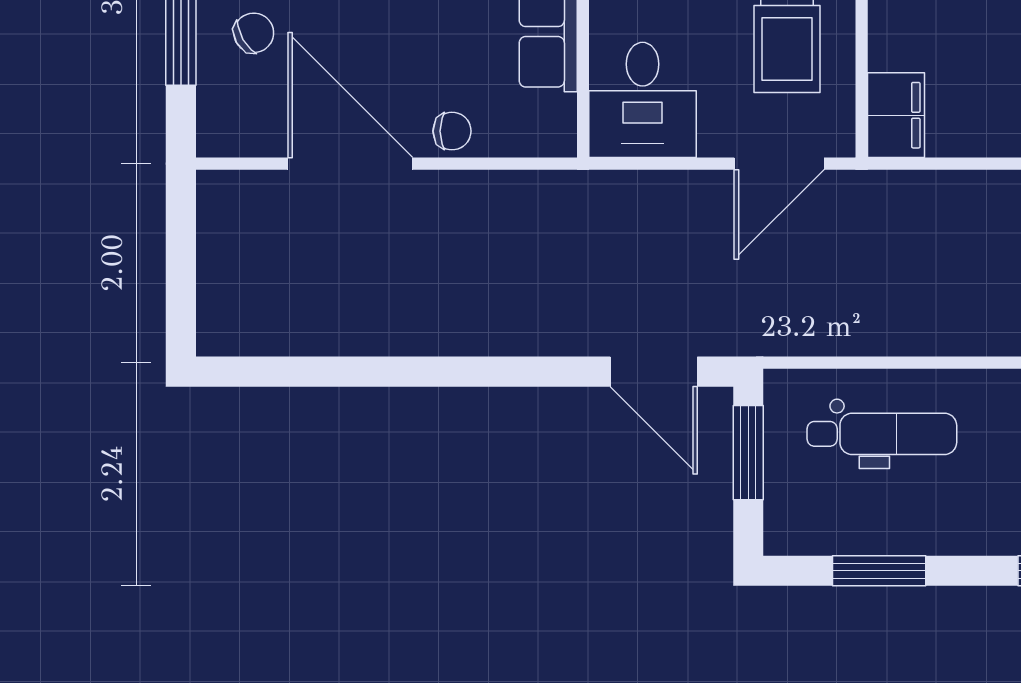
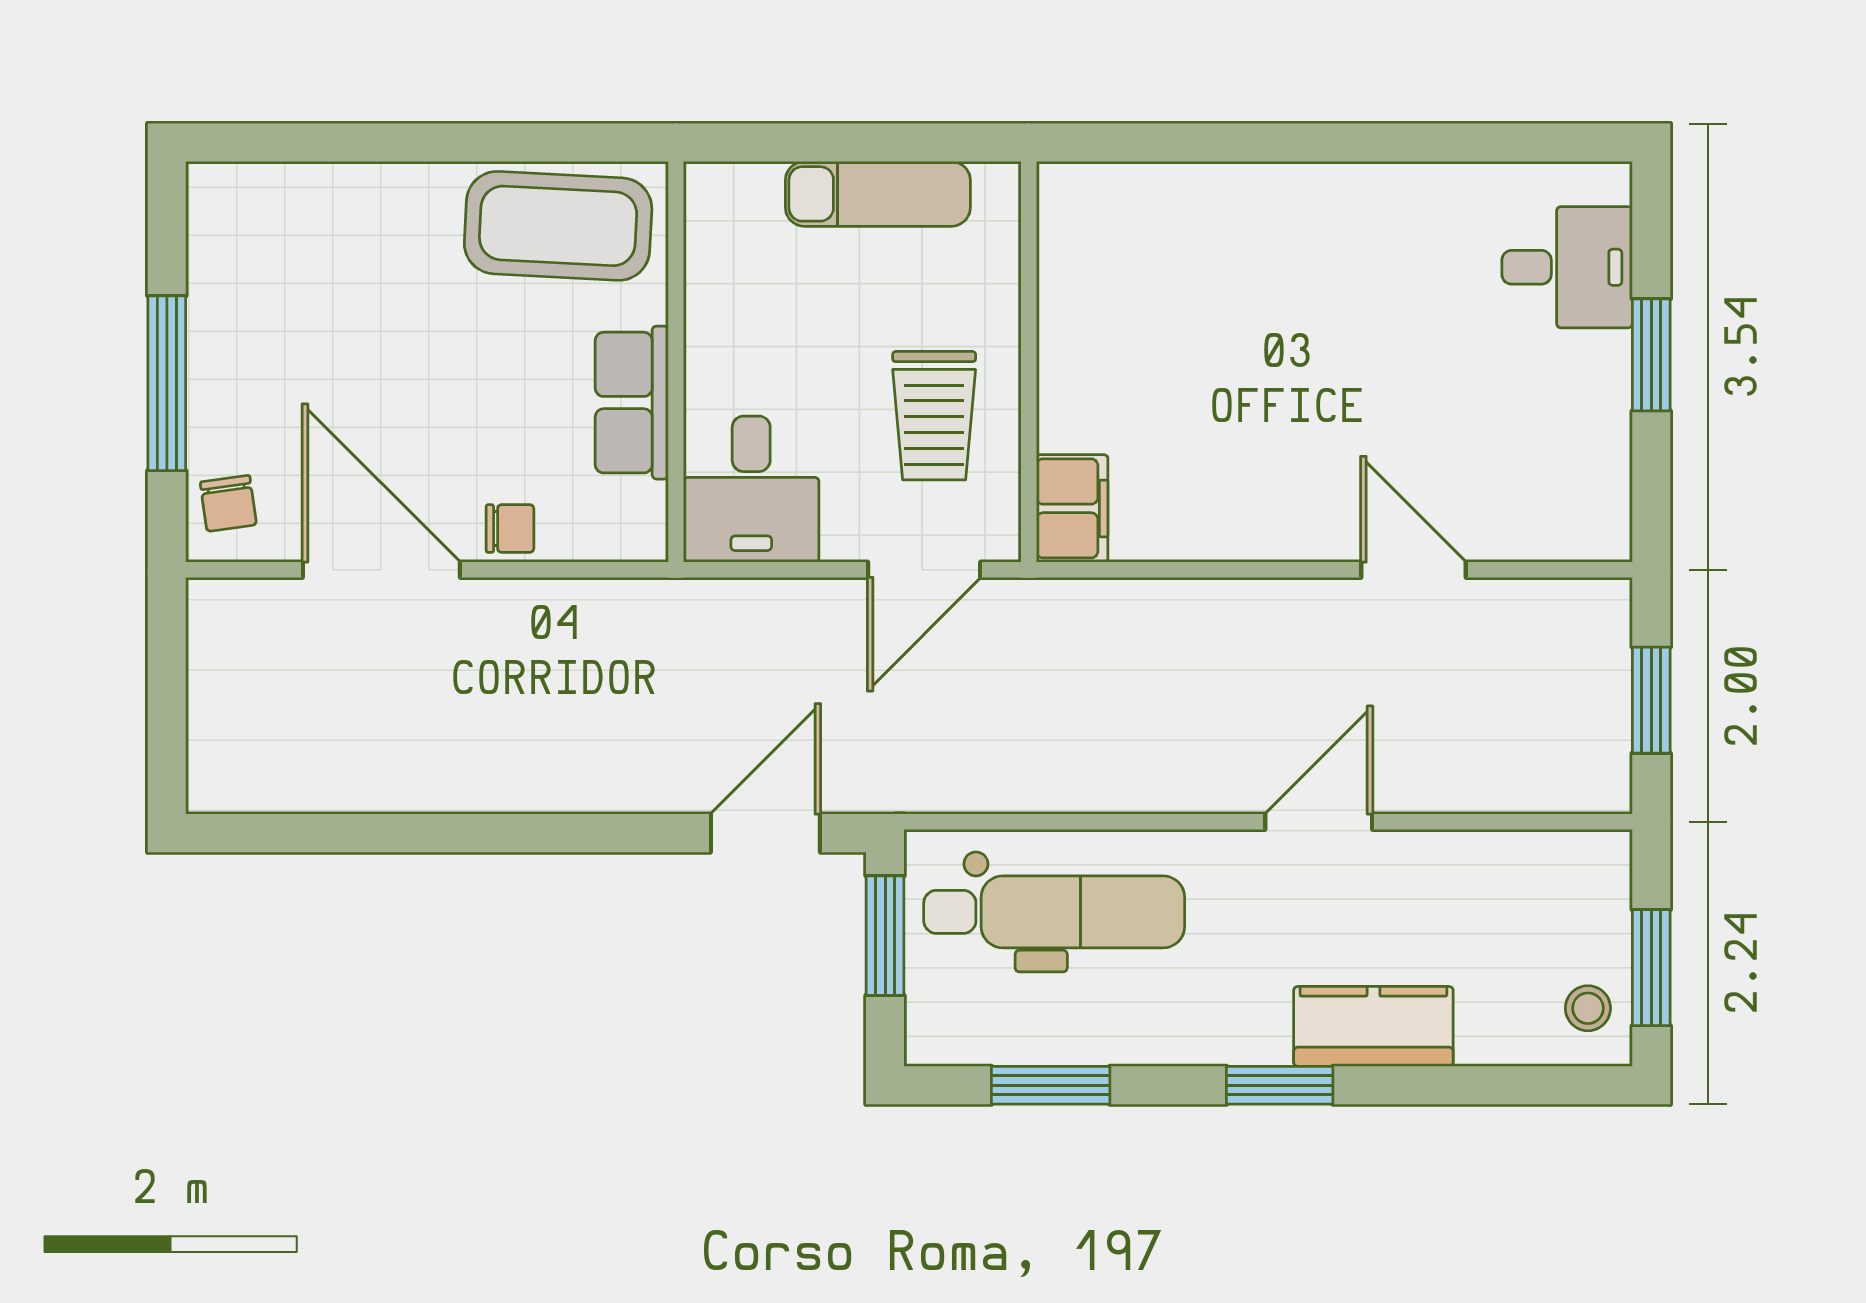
chair: (254, 33) -> (228, 503), moved, turned 112
door: (654, 372) -> (765, 833), swing flipped
dental chair: (882, 434) -> (1054, 912), width x1.36, depth x1.38

